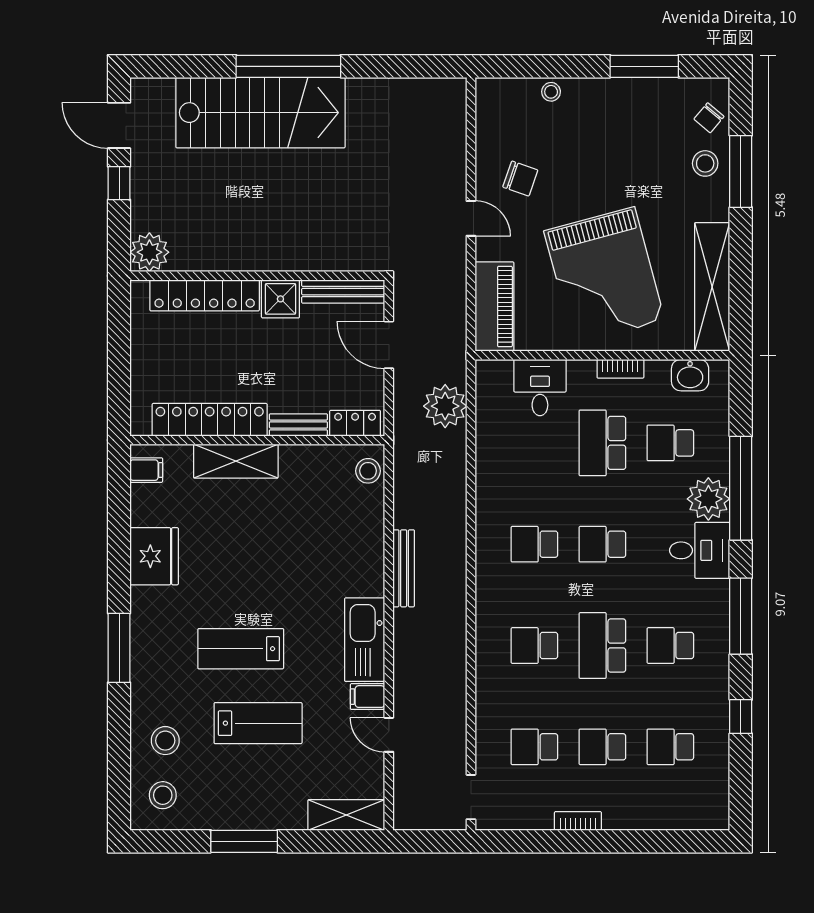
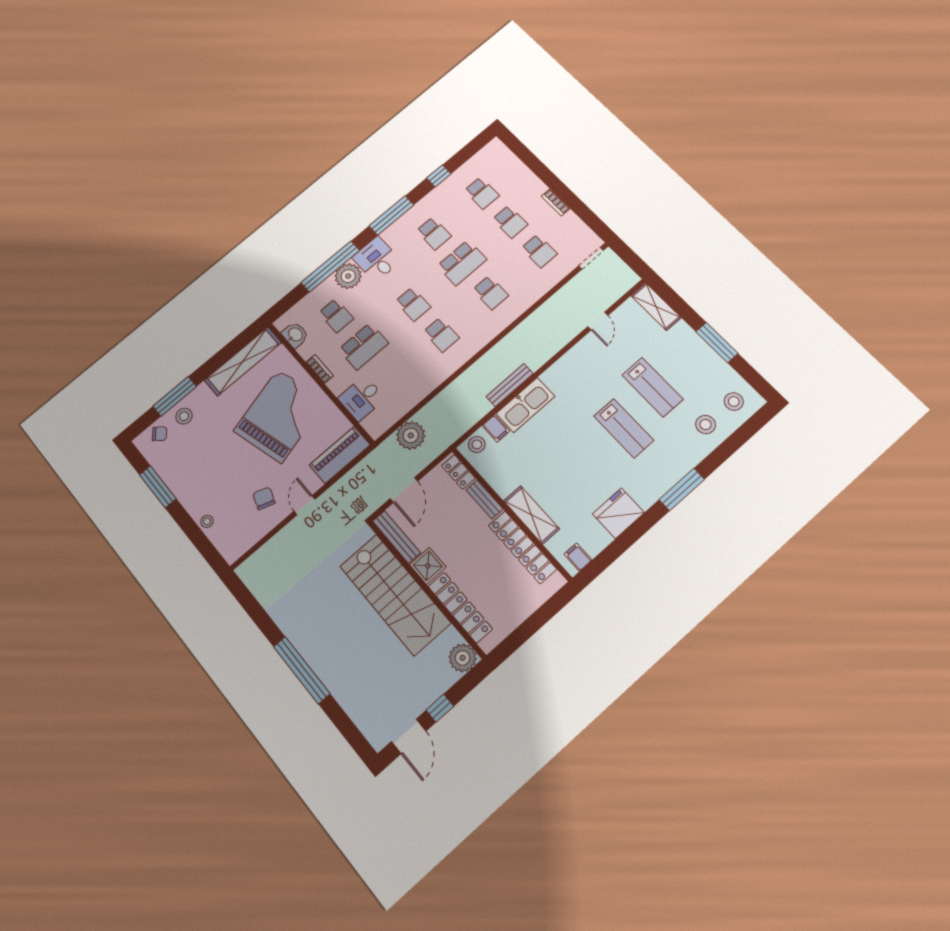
stairs: (260, 113) -> (395, 594), moved, turned 180
kitchen sink: (365, 640) -> (525, 405), moved
filing cabinet: (368, 697) -> (496, 428), moved
lab bench: (258, 723) -> (652, 387), turned 180

